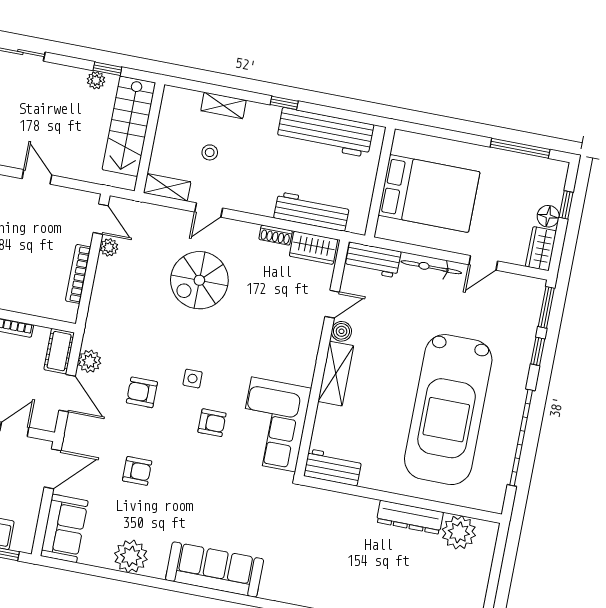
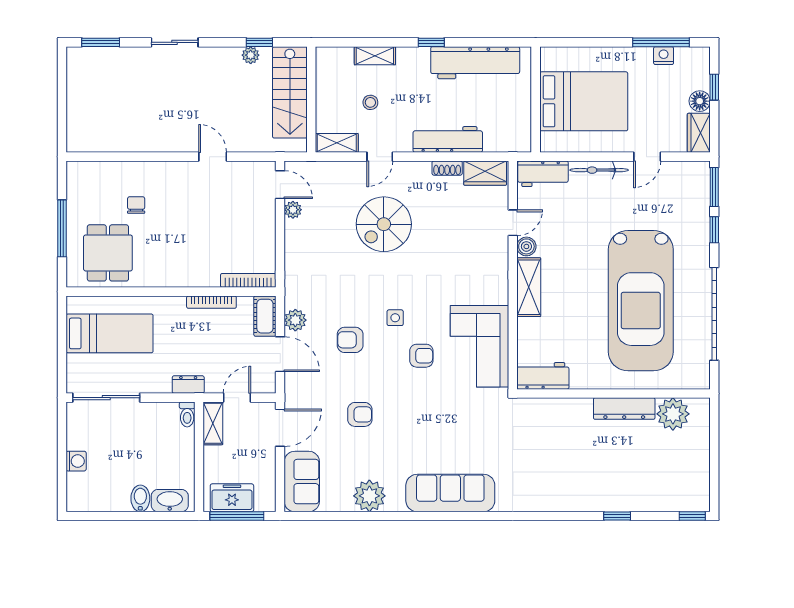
nightstand: (520, 162) -> (664, 56), added
workbench: (312, 212) -> (448, 139), moved
bookcase: (78, 274) -> (248, 280), moved, turned 90

